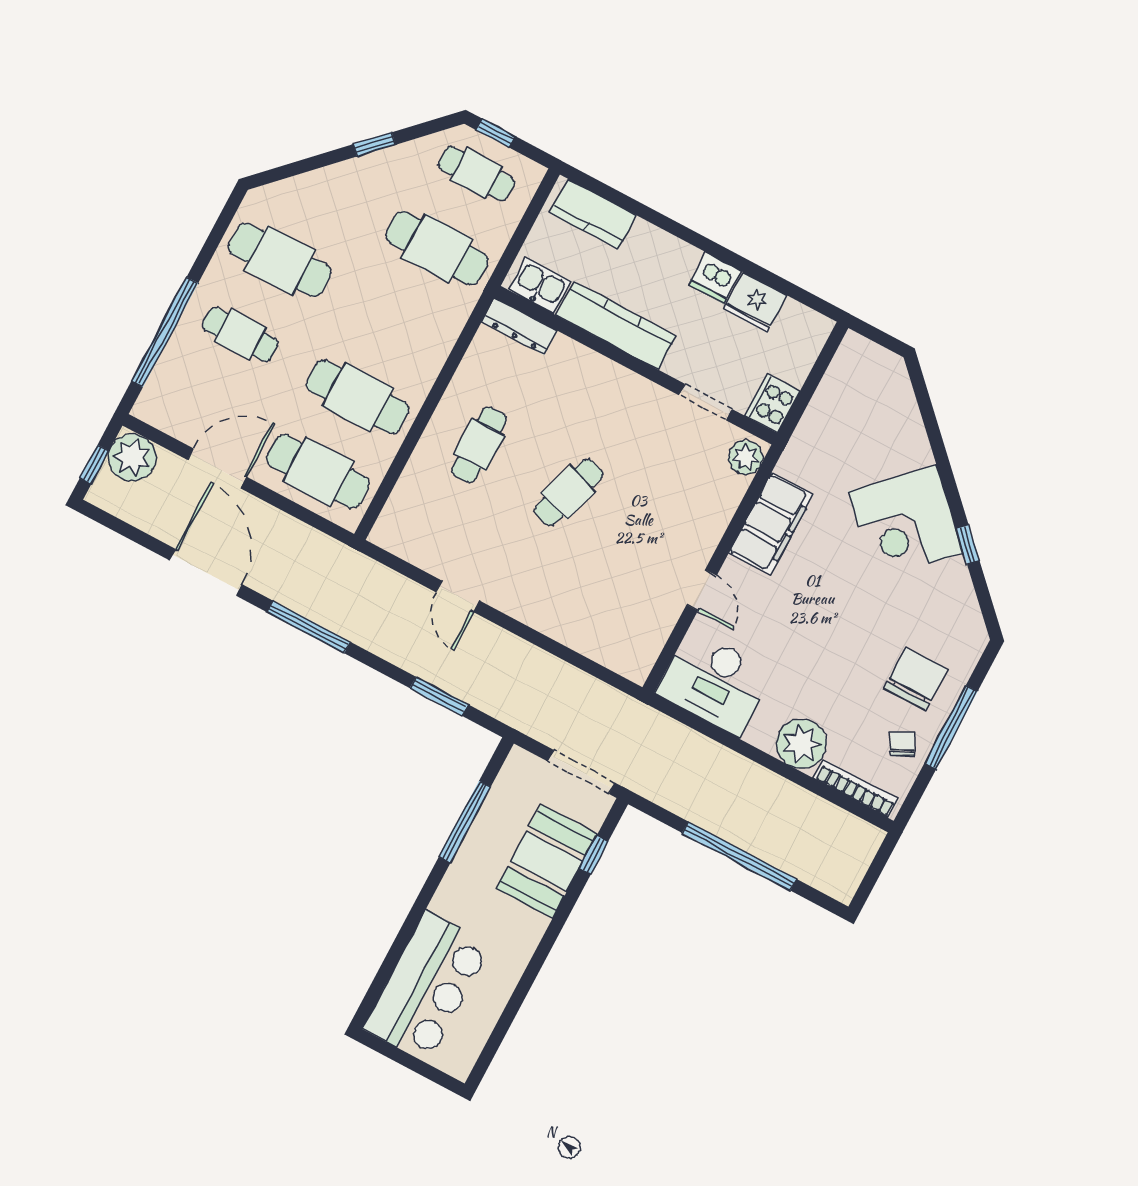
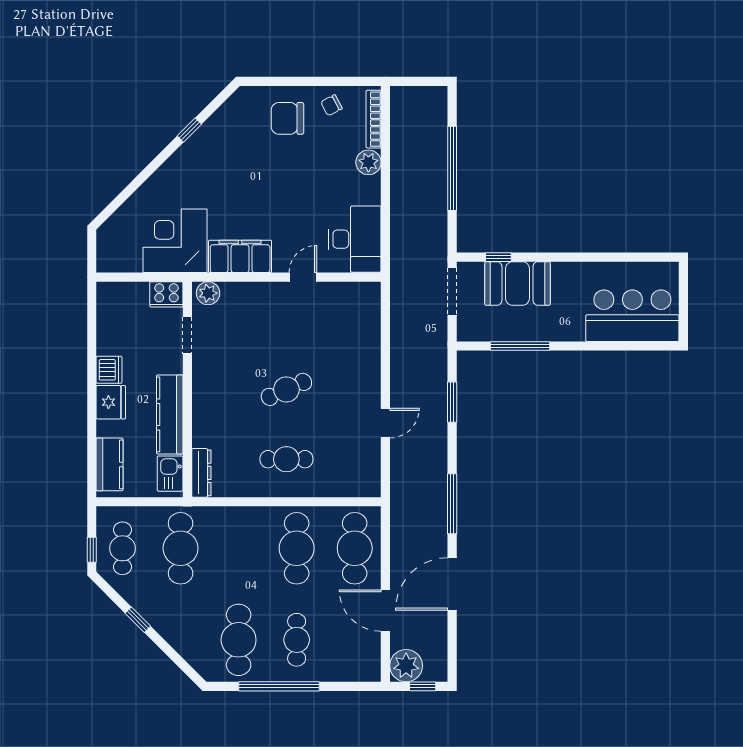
fridge: (755, 302) -> (111, 402), moved
window: (165, 332) -> (279, 686), moved
cafe table: (569, 492) -> (286, 389), turned -42
corner desk: (906, 522) -> (175, 241), moved, turned -135
window: (951, 727) -> (306, 81), removed
plant: (801, 744) -> (368, 162), width x0.73, depth x0.73

